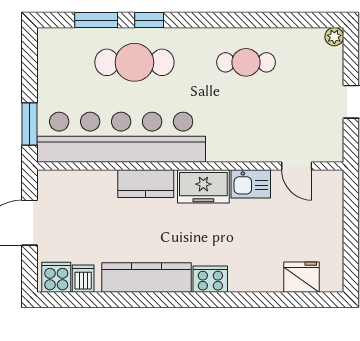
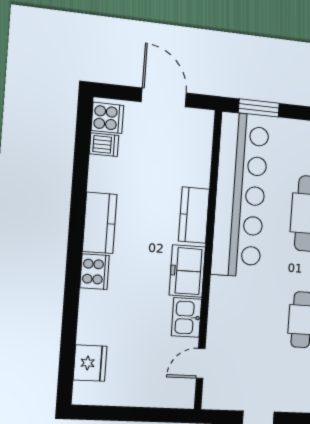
kitchen counter: (147, 277) -> (100, 223), width x0.67

